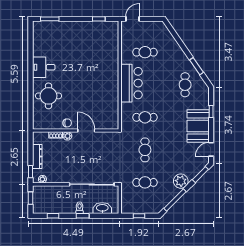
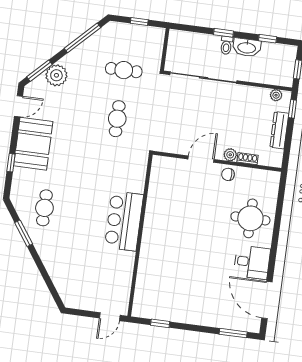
door: (30, 44) -> (267, 300), added
cafe table: (145, 52) -> (98, 264), removed
cafe table: (145, 117) -> (111, 167), removed
door: (86, 131) -> (201, 159), swing flipped
plant: (181, 181) -> (56, 75), moved
washbasin: (102, 208) -> (247, 47), moved

